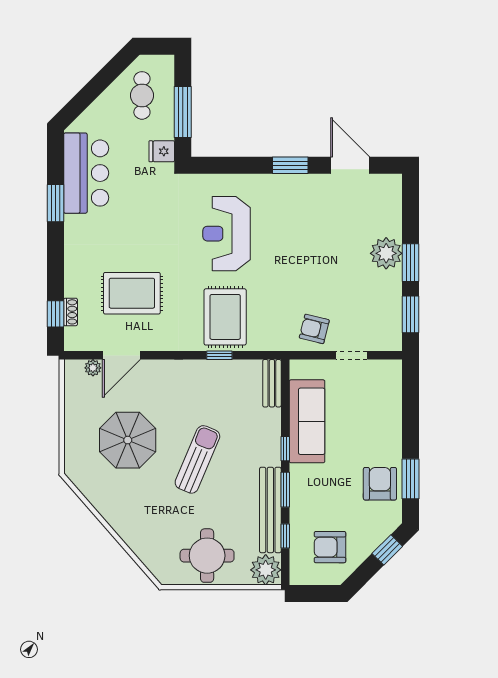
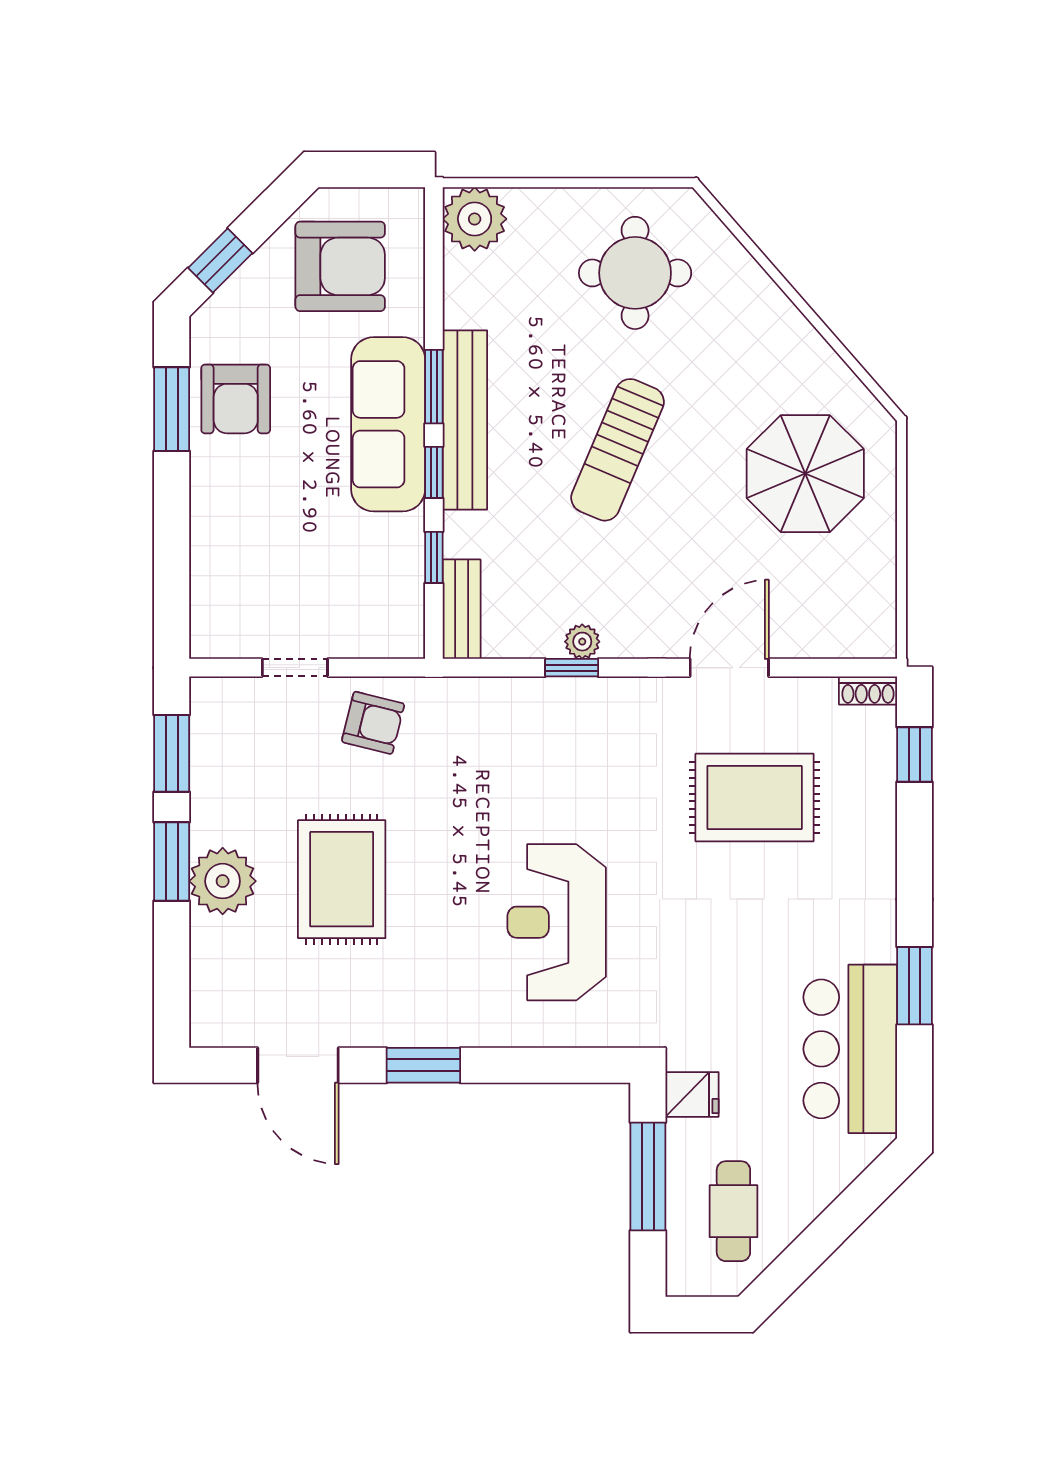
reception desk: (227, 234) -> (557, 922), turned 180
shoe rack: (71, 312) -> (868, 690), moved, turned -90
rug: (225, 317) -> (342, 879), moved
door: (121, 355) -> (729, 668), moved
plant: (93, 368) -> (582, 642), moved
sofa: (307, 421) -> (388, 424), moved
parasol: (128, 440) -> (805, 474), moved
bench: (270, 510) -> (465, 420), moved
window: (285, 536) -> (434, 557), moved
armchair: (330, 547) -> (340, 266), width x1.36, depth x1.36
round table: (207, 556) -> (635, 273), moved

